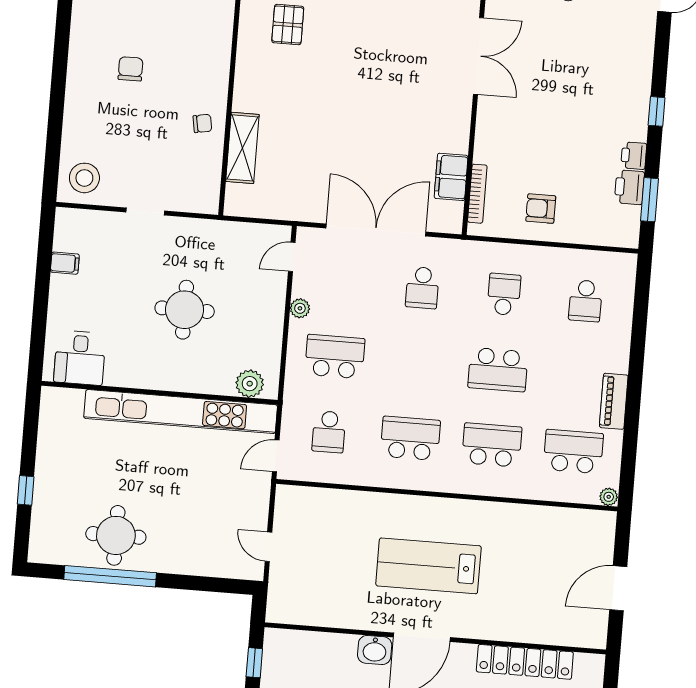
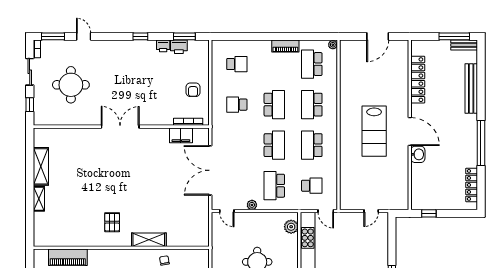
pallet: (288, 25) -> (112, 222), turned 90
shelving: (242, 148) -> (149, 240), moved
school desk: (422, 288) -> (274, 145), moved, width x1.85
door: (618, 588) -> (378, 36), hinge flipped

